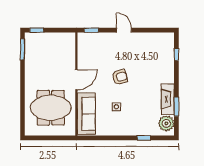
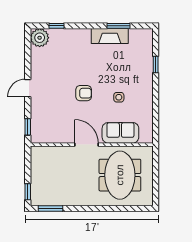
armchair: (120, 77) -> (84, 93), turned 107
sofa: (86, 114) -> (120, 133), width x0.73
plant: (166, 123) -> (40, 38), moved

